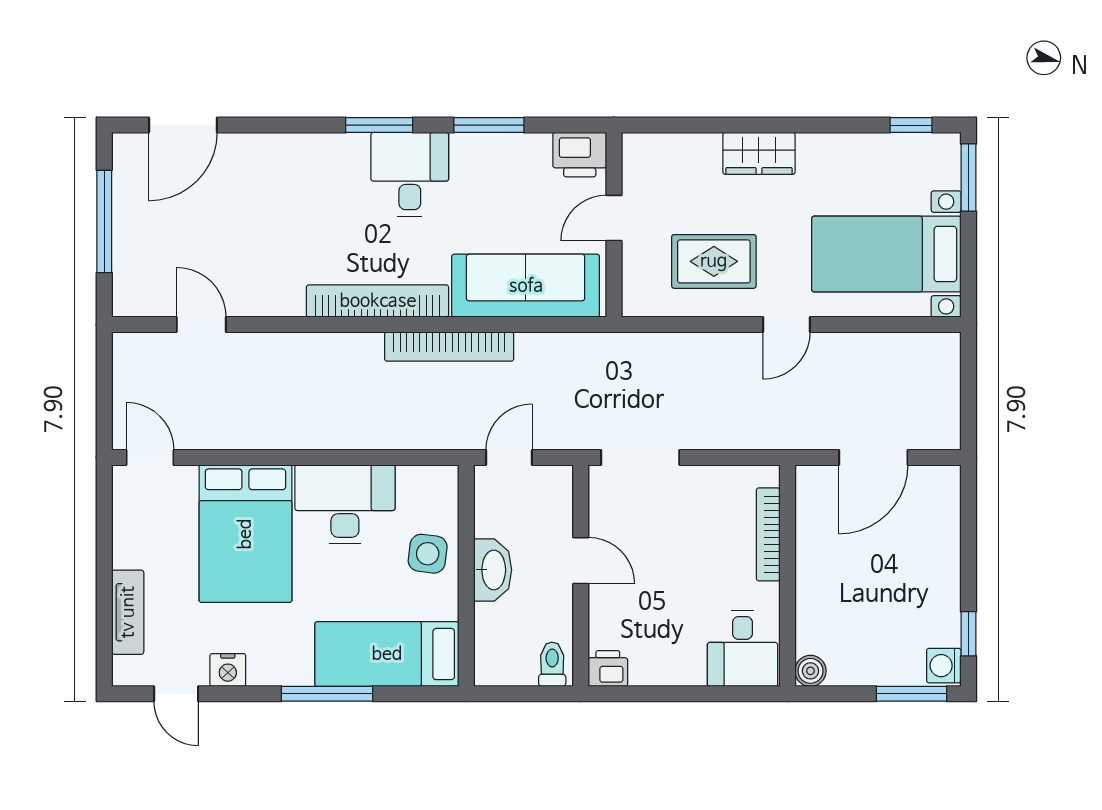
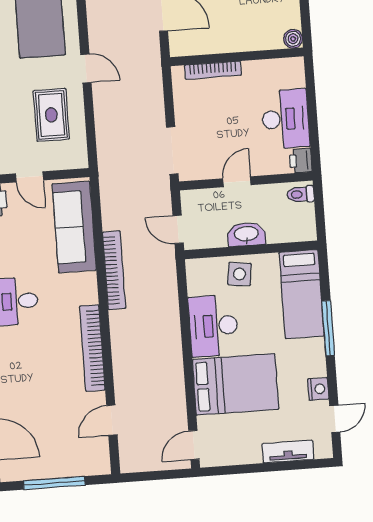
bookcase: (378, 301) -> (92, 348), moved
desk: (742, 648) -> (285, 119), moved, width x1.37

